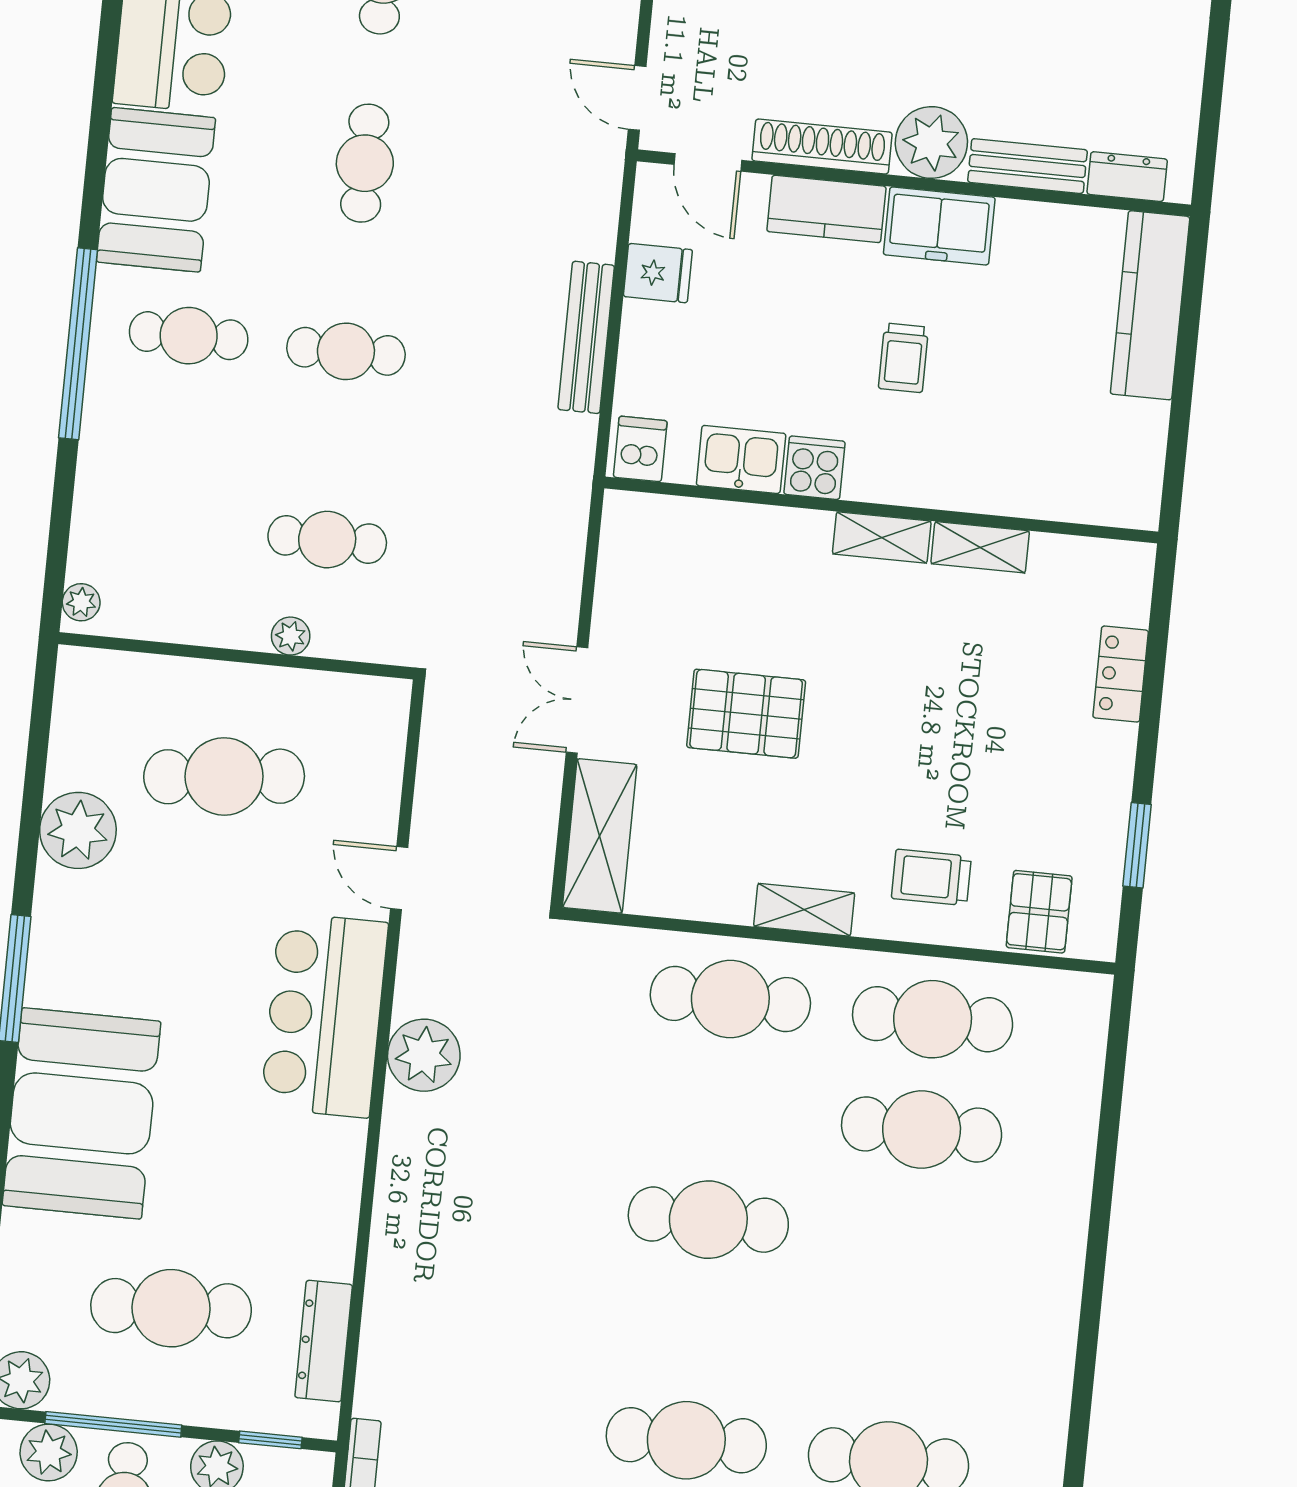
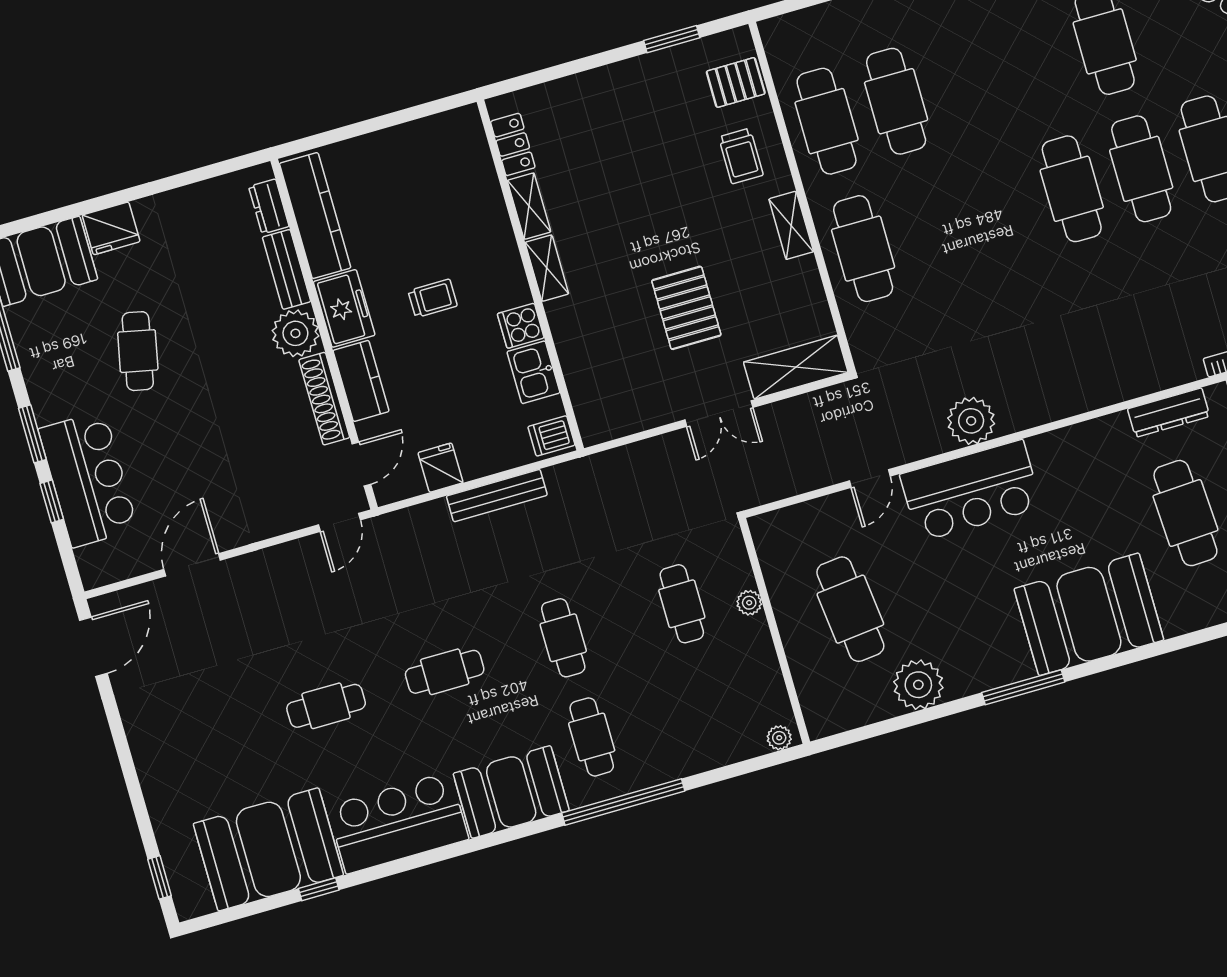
kitchen counter: (1150, 305) -> (315, 216), moved, turned -90
locker: (1121, 674) -> (513, 144), moved, turned -90
cafe table: (708, 1220) -> (1072, 189), moved

